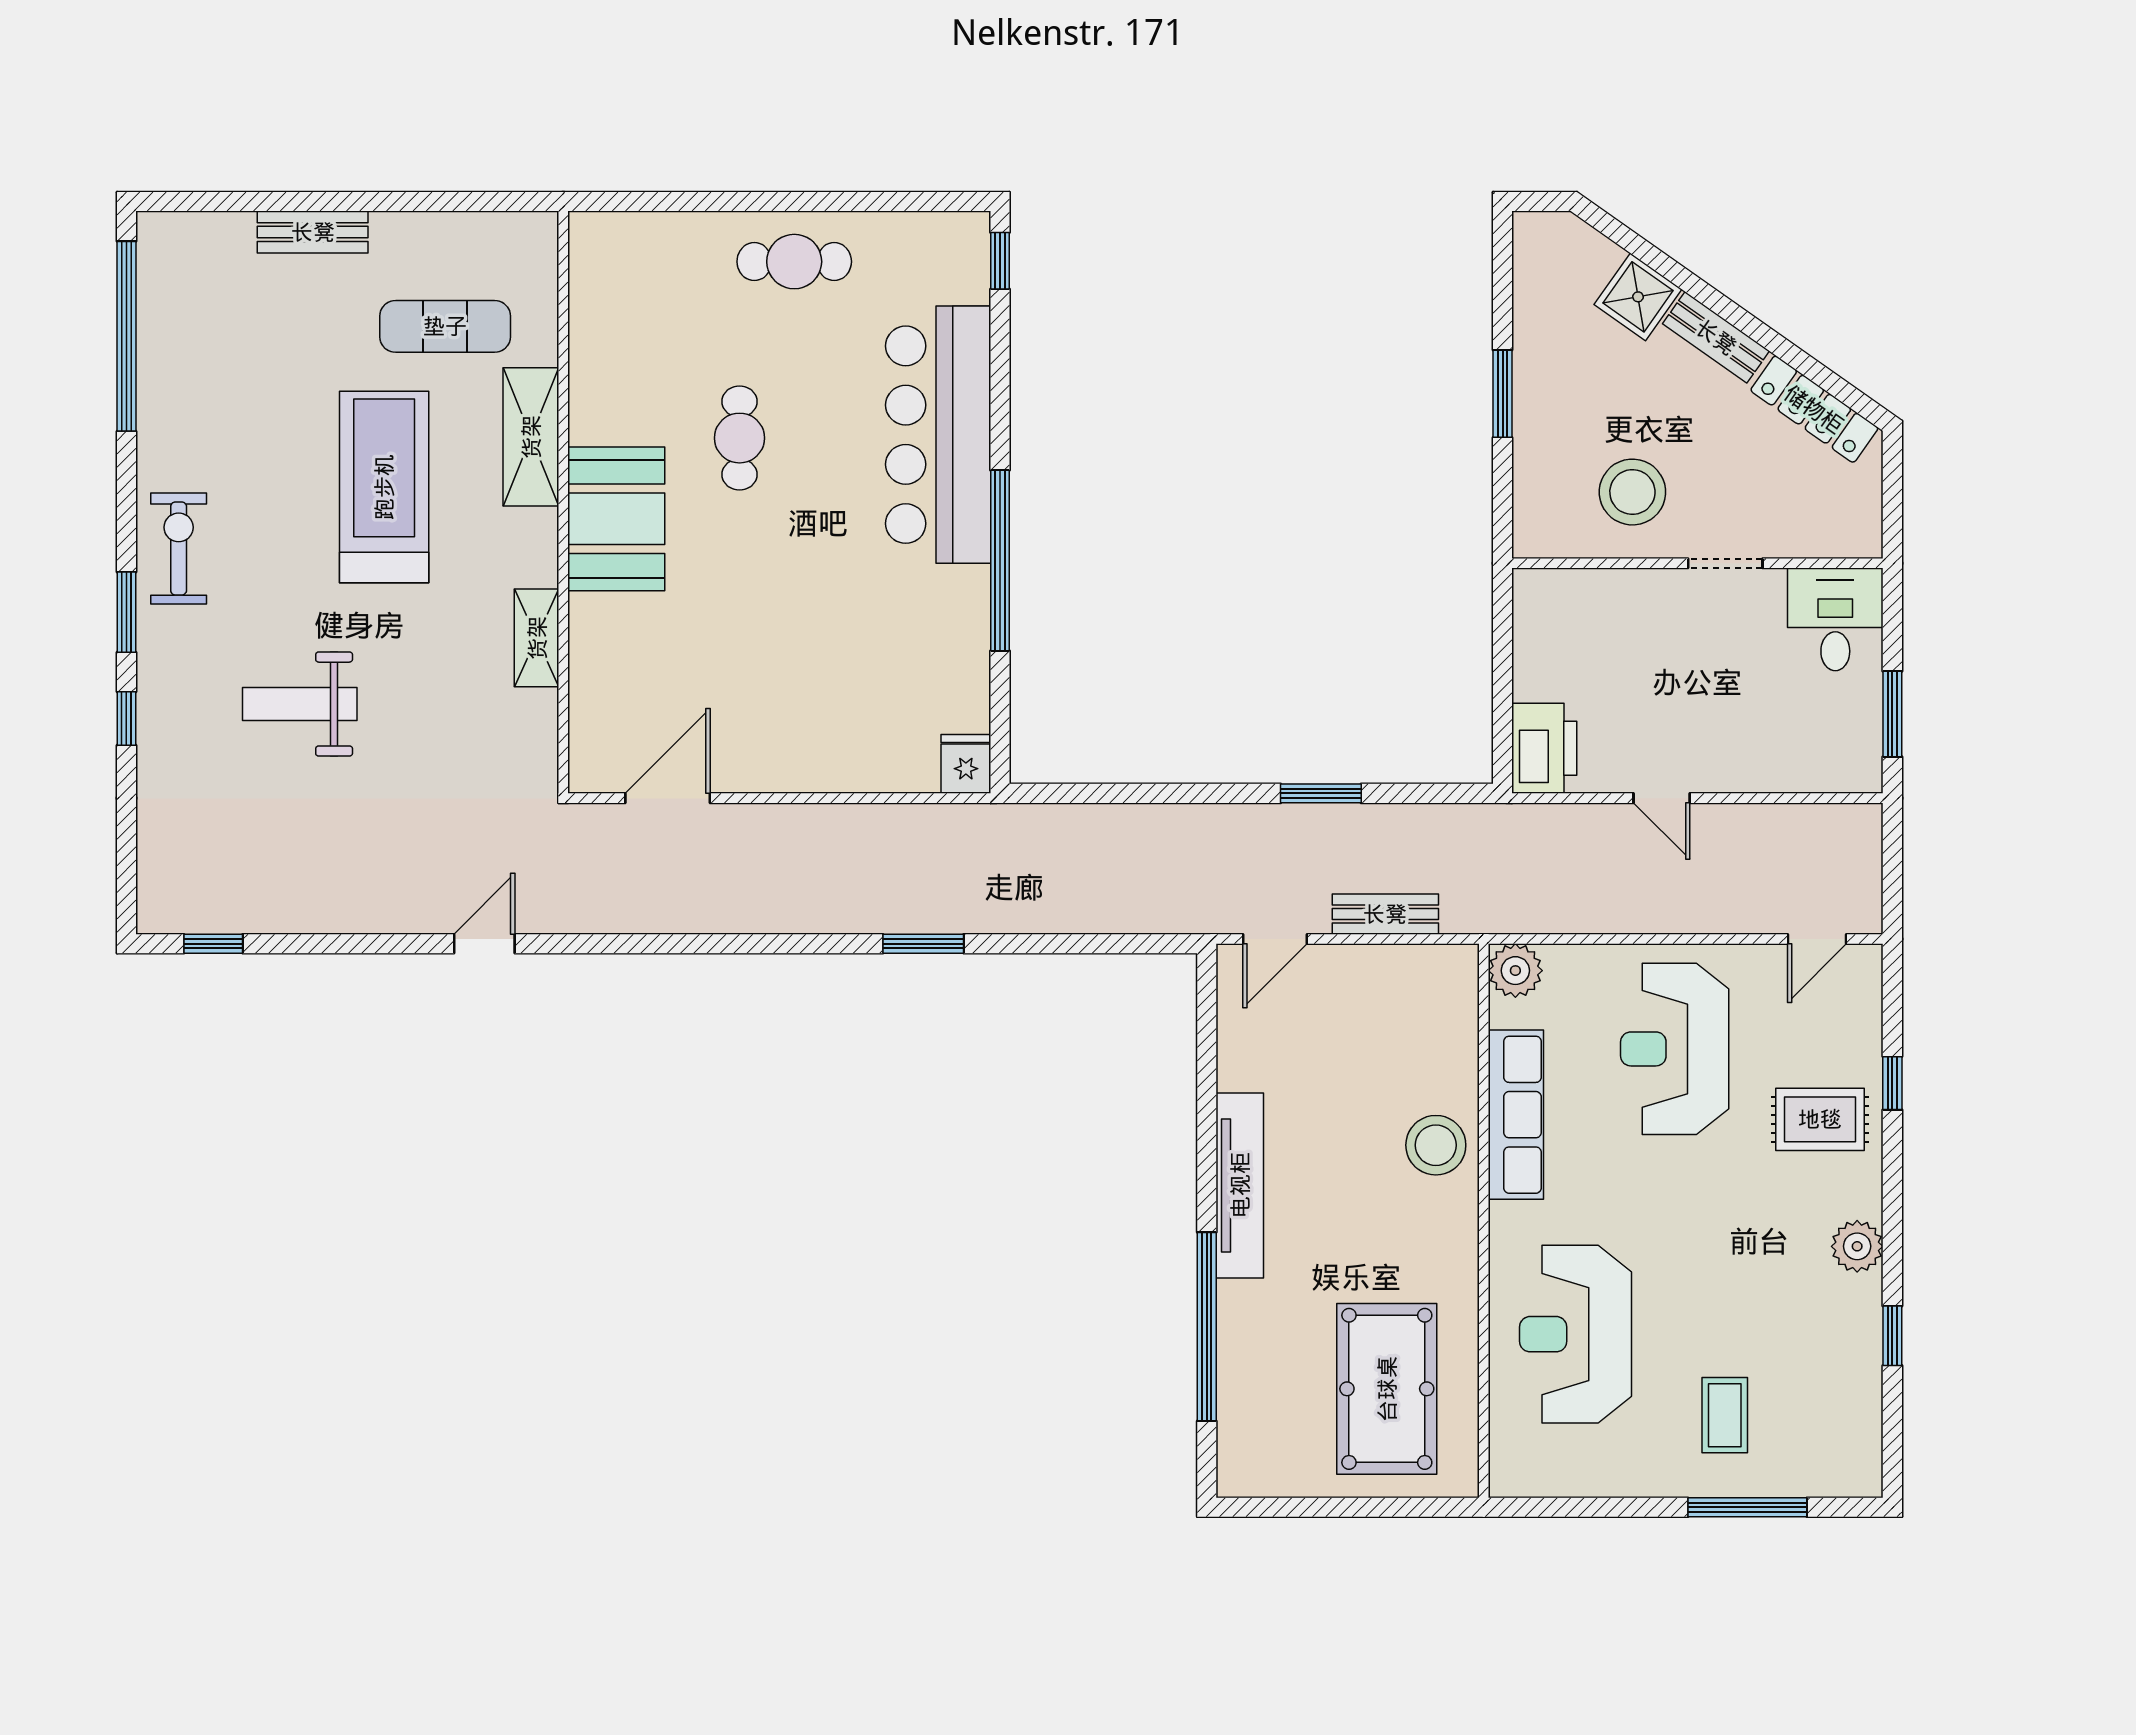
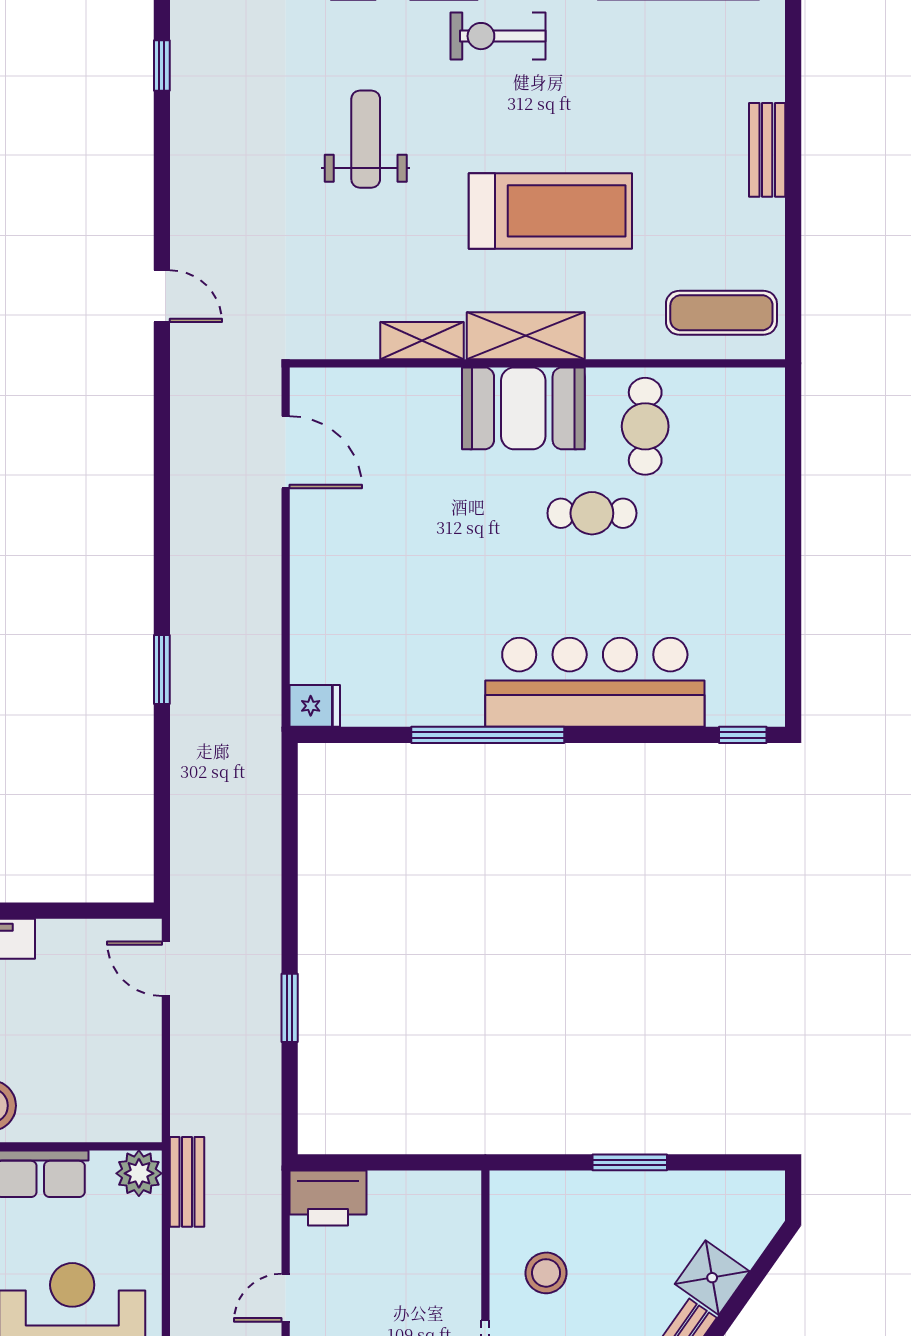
cafe table: (794, 262) -> (645, 426), moved
exercise mat: (445, 326) -> (721, 313), moved, turned 90
shelving: (531, 437) -> (526, 336), moved
stool: (1632, 492) -> (546, 1273), width x0.73, depth x0.73
exercise bike: (179, 548) -> (498, 36), turned 180
bench: (1385, 914) -> (187, 1182), moved

